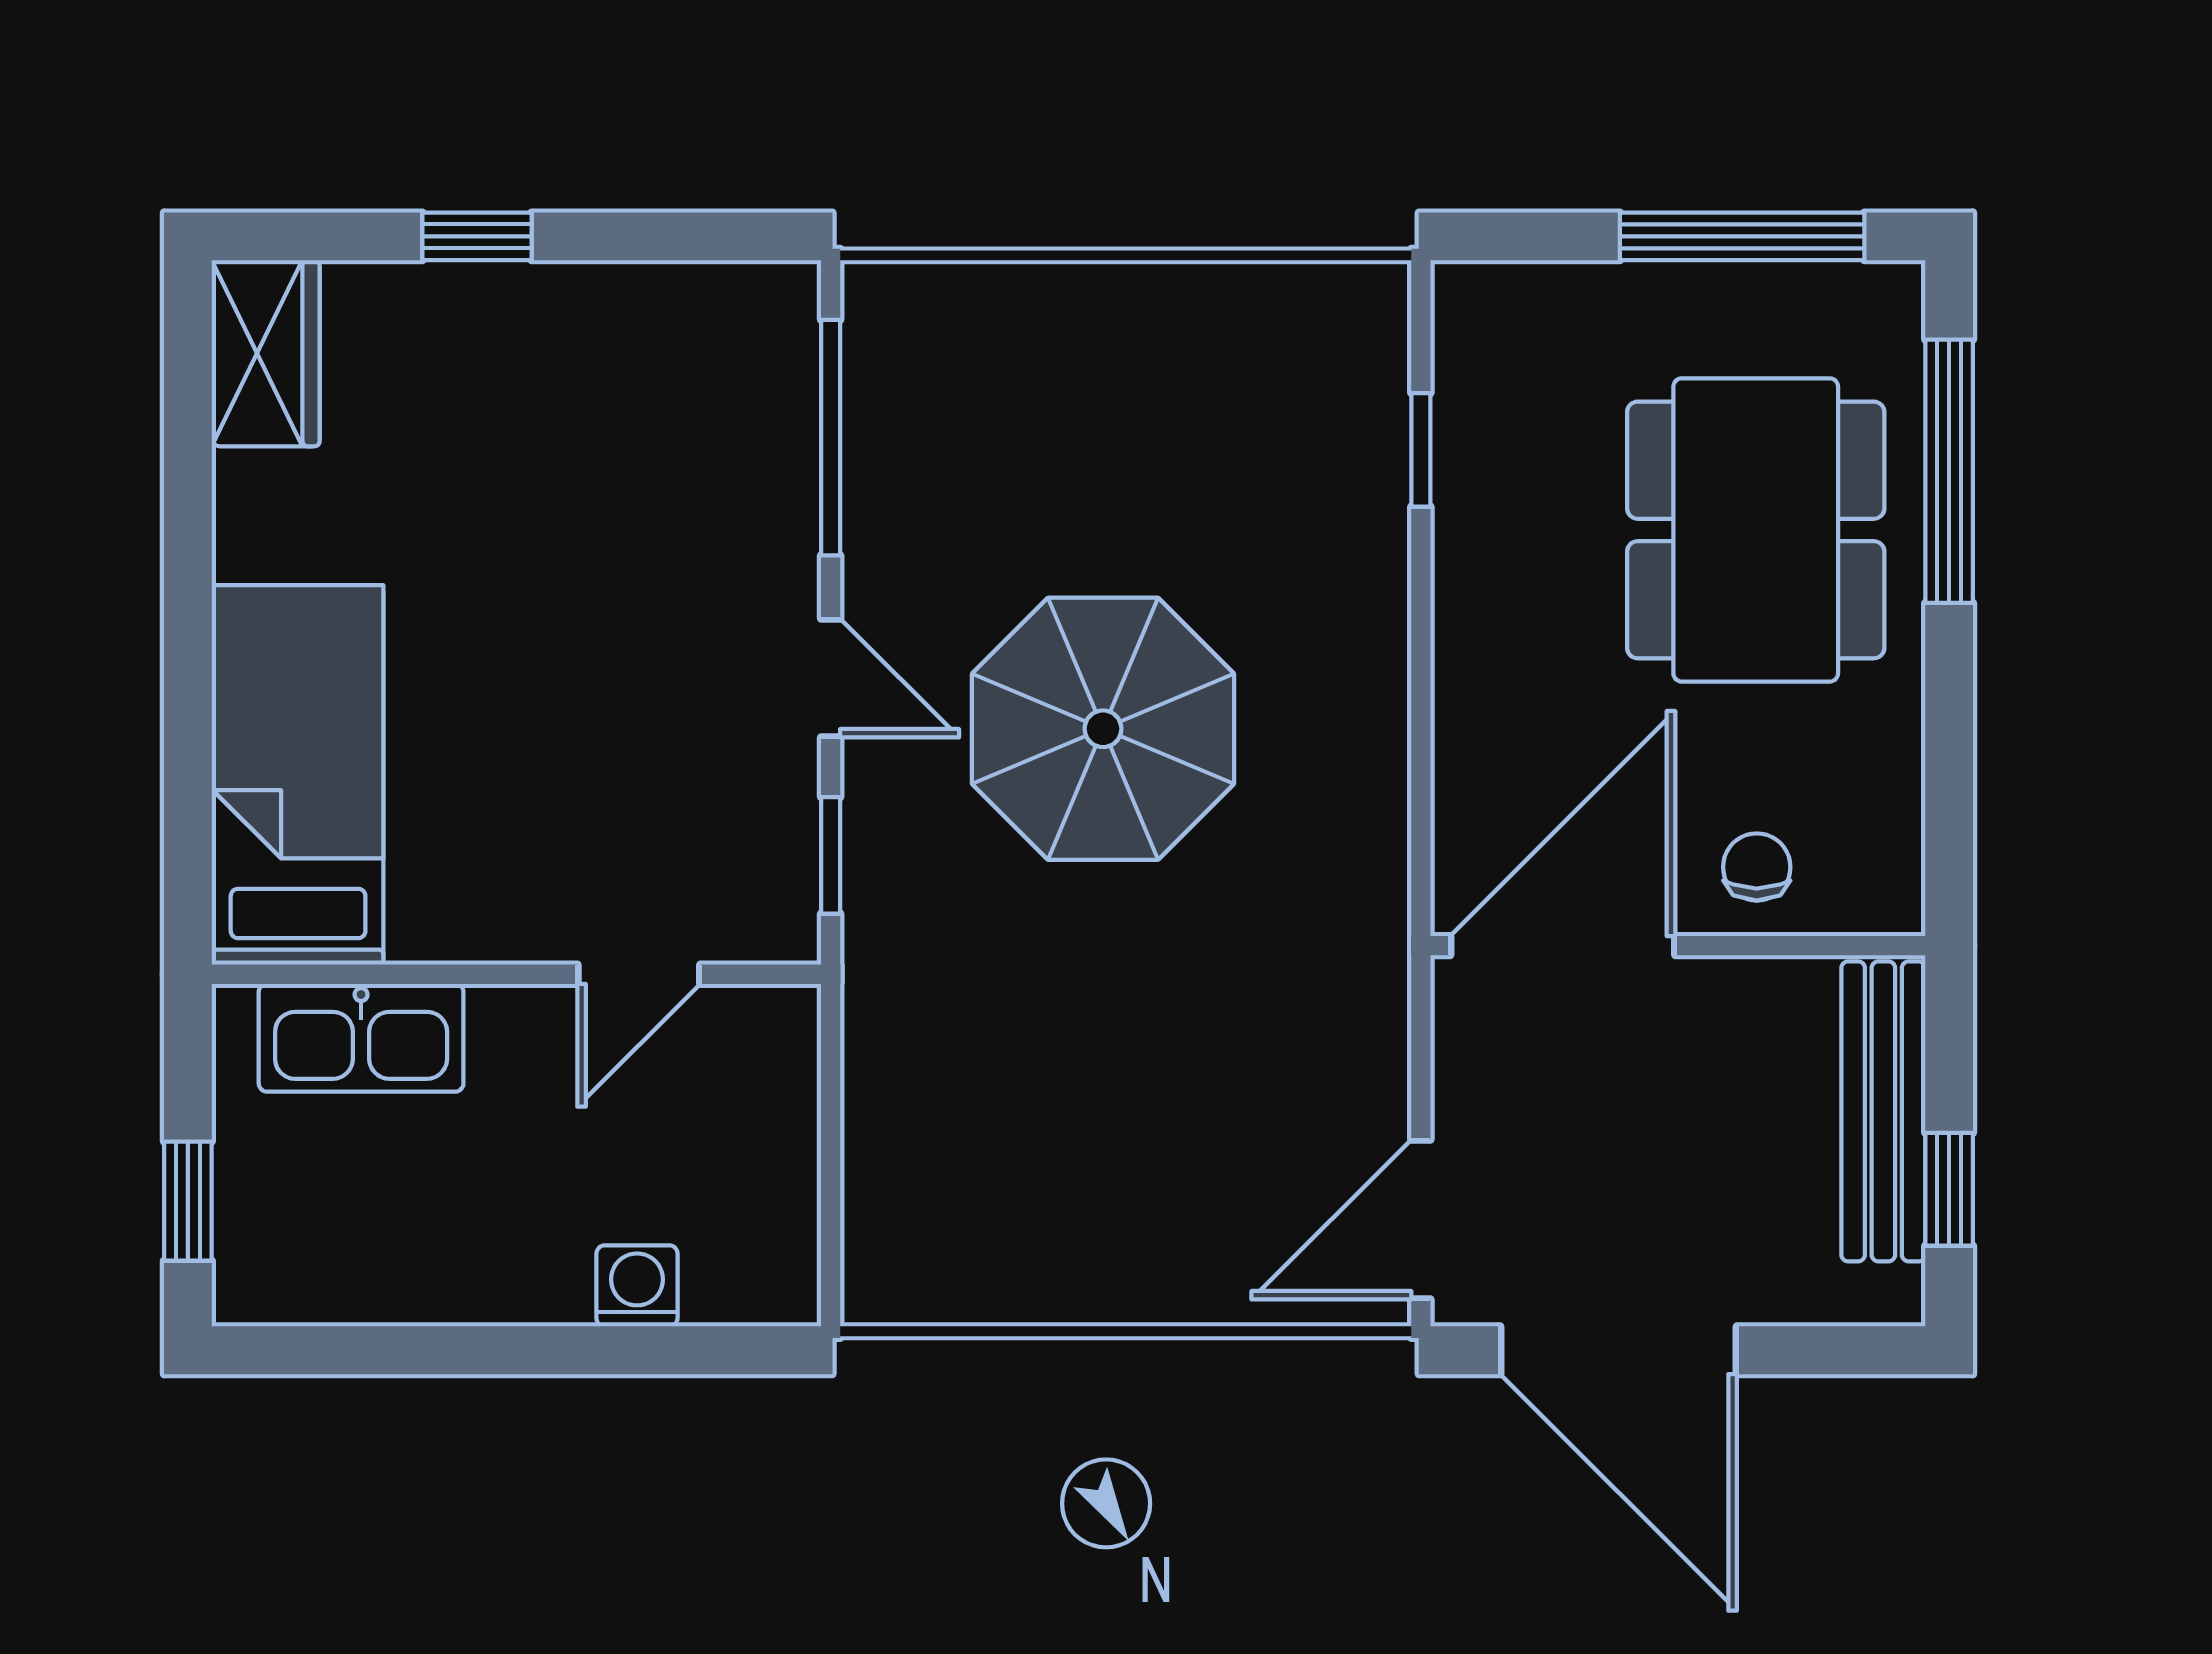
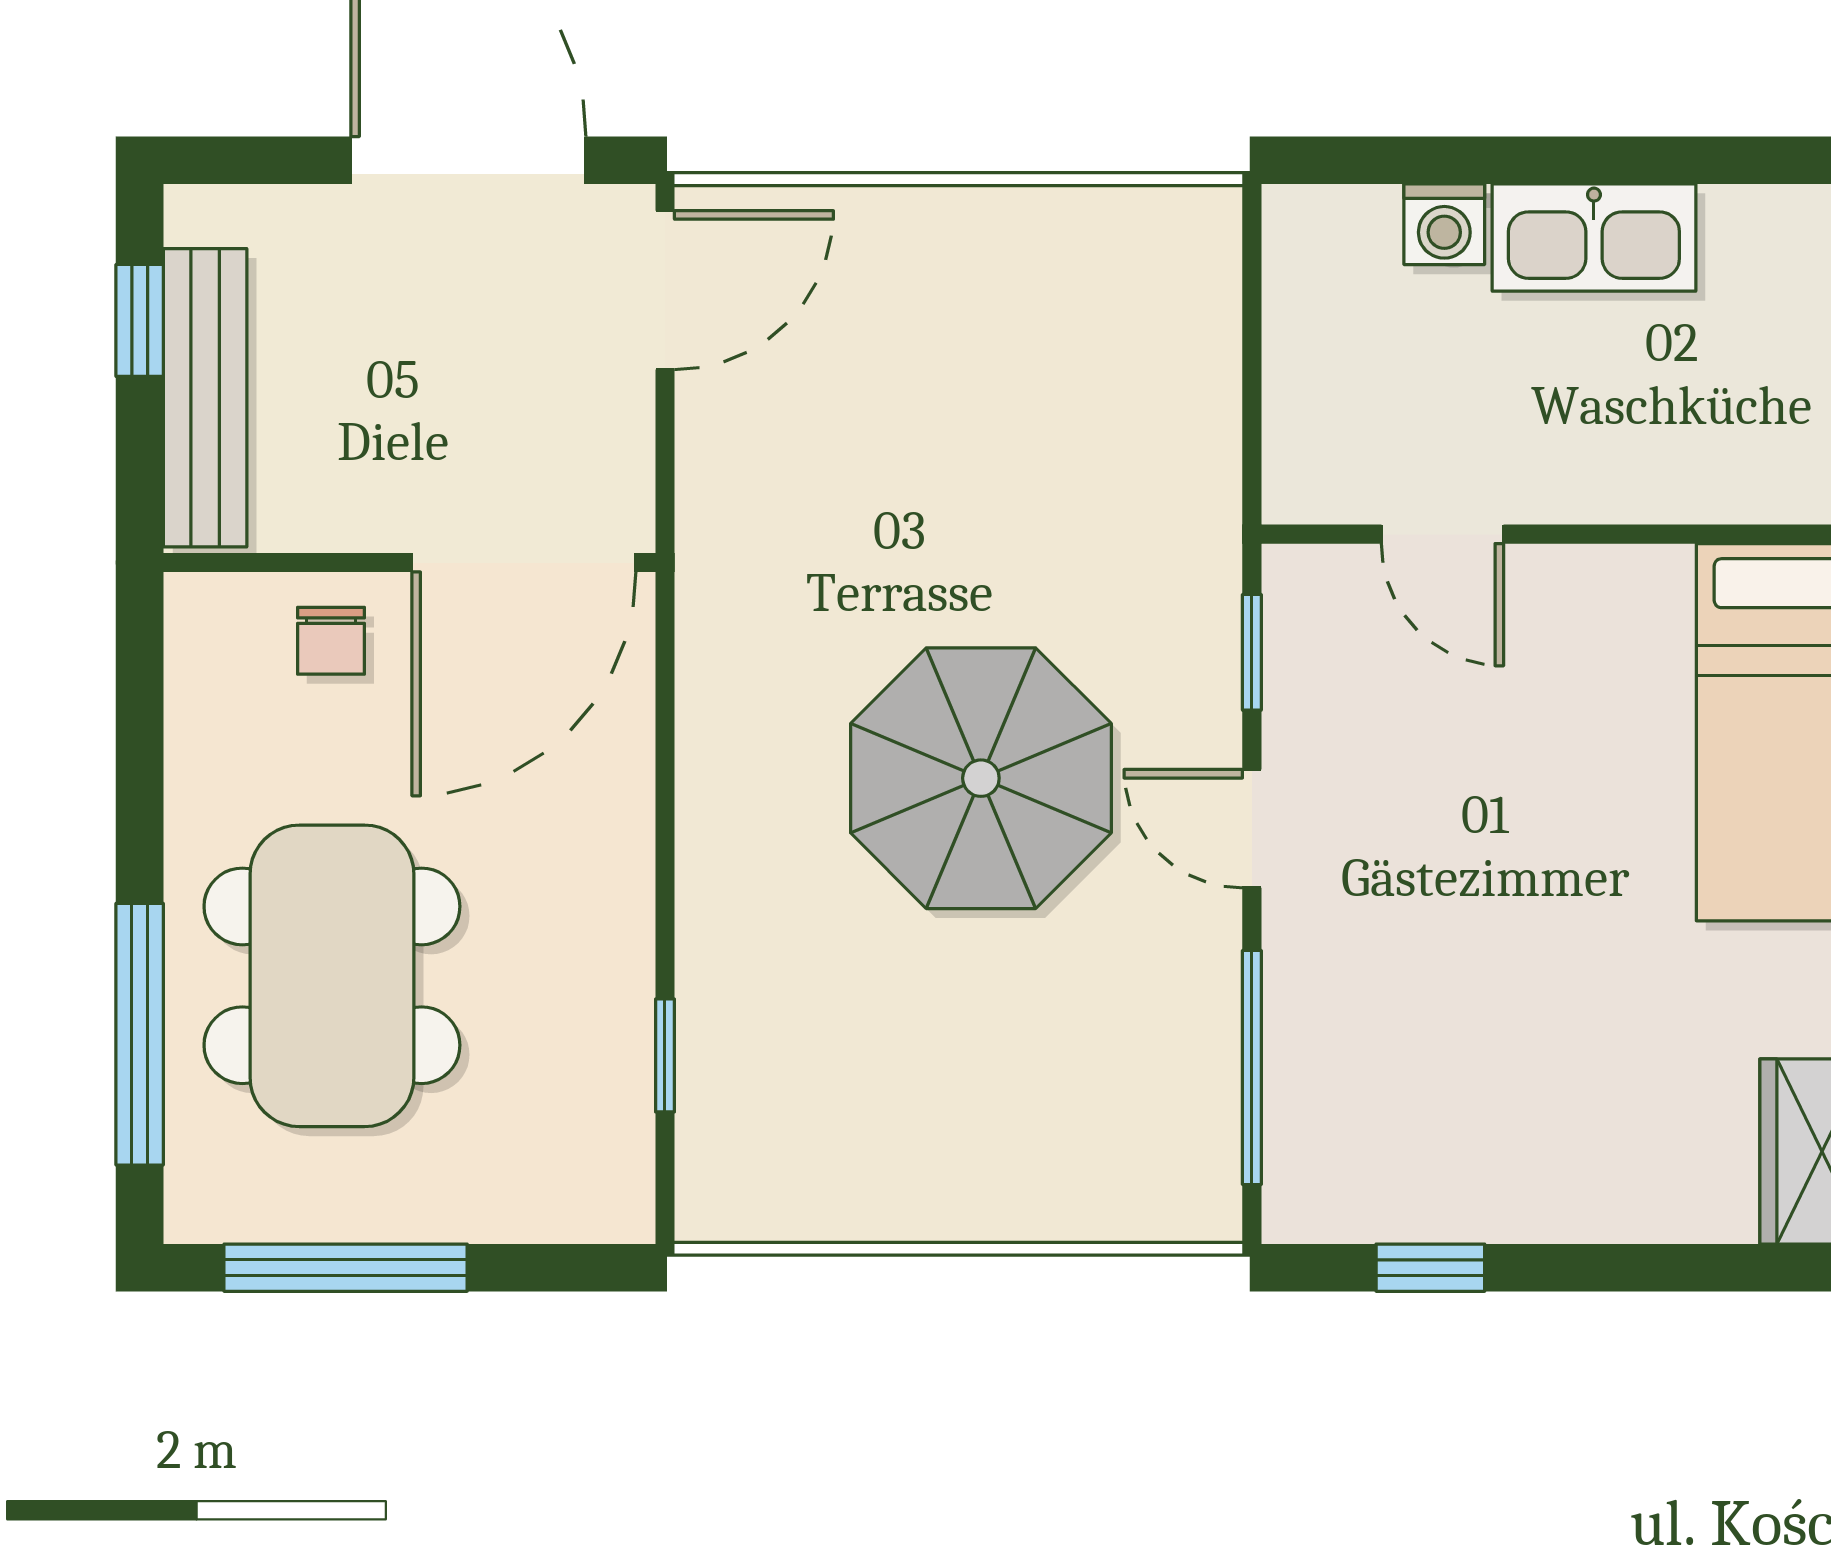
window: (477, 236) -> (1430, 1268), moved
door: (639, 974) -> (1442, 534), swing flipped
kitchen sink: (361, 1038) -> (1594, 238), moved, turned 180

